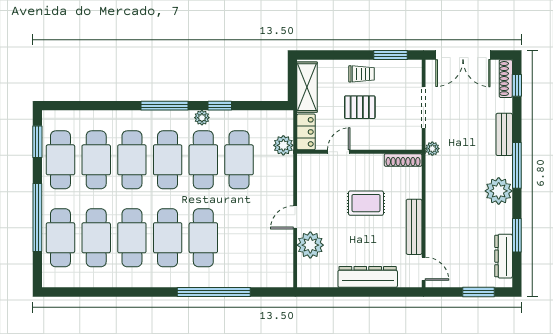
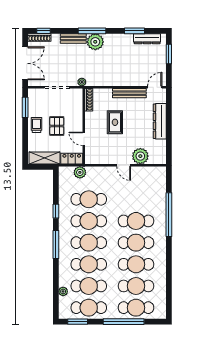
plant: (202, 118) -> (63, 291), moved
plant: (499, 191) -> (95, 42), moved

